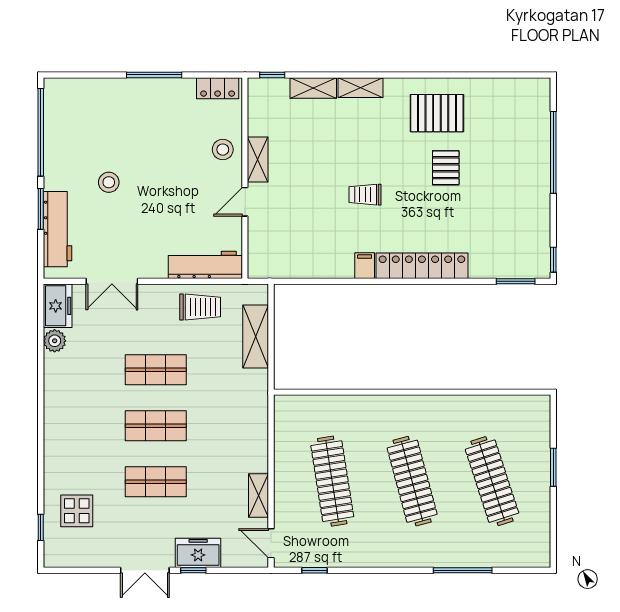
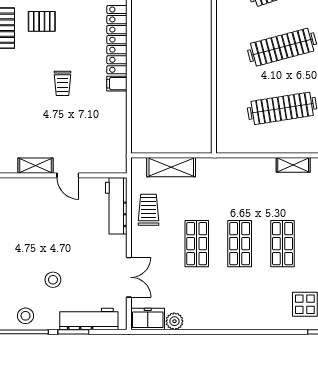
stool: (223, 150) -> (26, 316), moved

